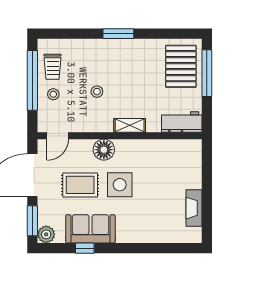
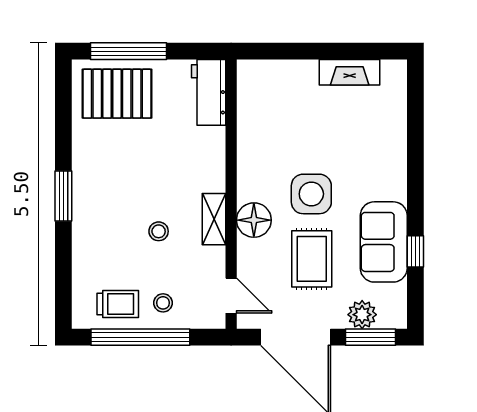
shelving: (130, 125) -> (214, 219), moved
plant: (46, 234) -> (362, 315), moved

